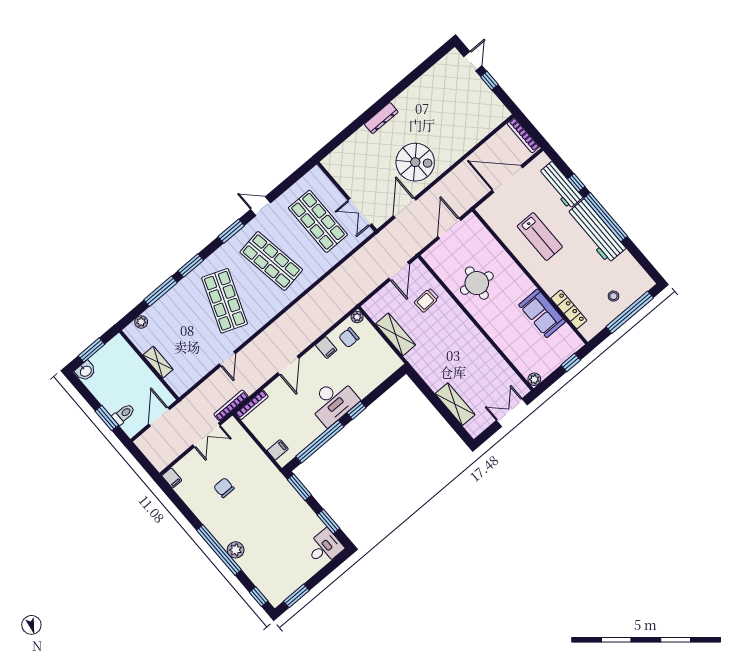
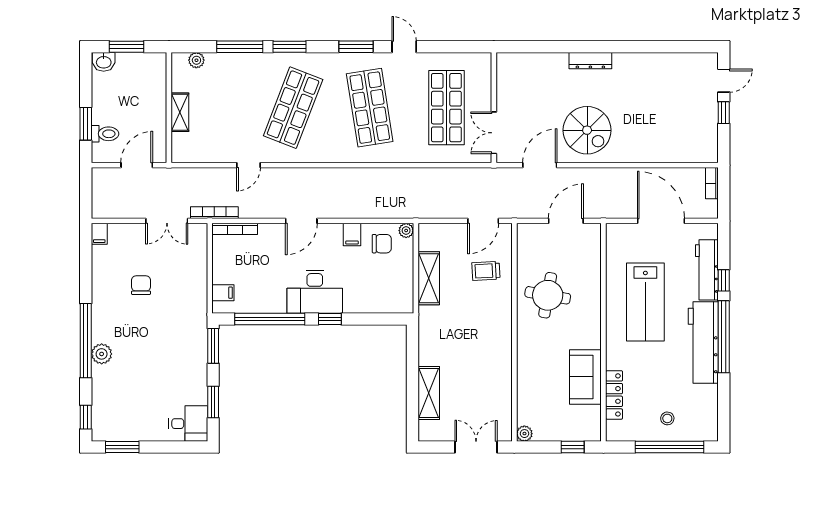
bookcase: (523, 135) -> (712, 183), width x0.64
lab bench: (540, 237) -> (645, 302), width x1.36, depth x1.39
chair: (349, 338) -> (382, 244), turned 180

